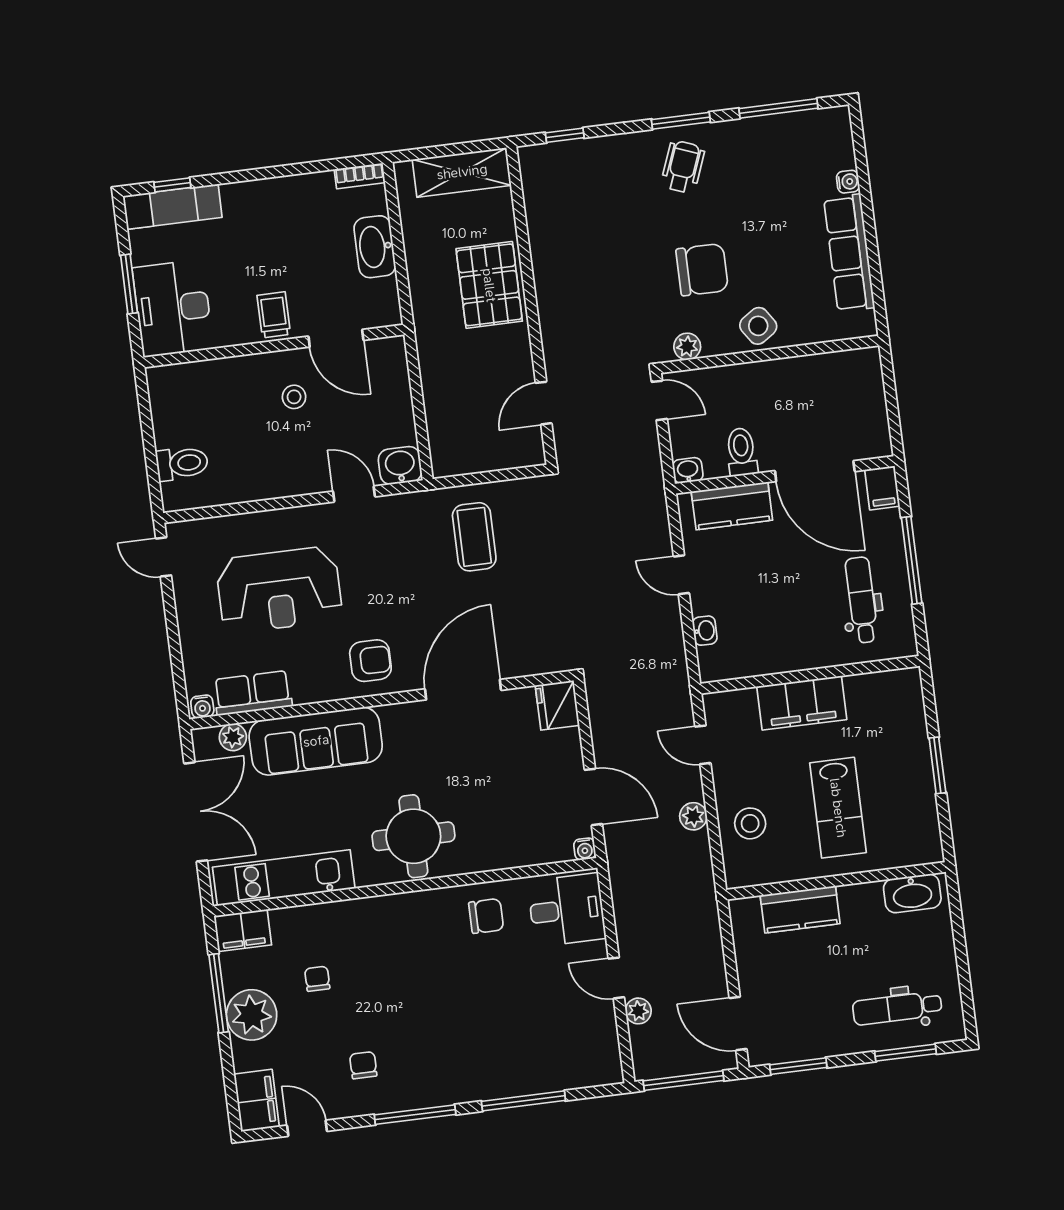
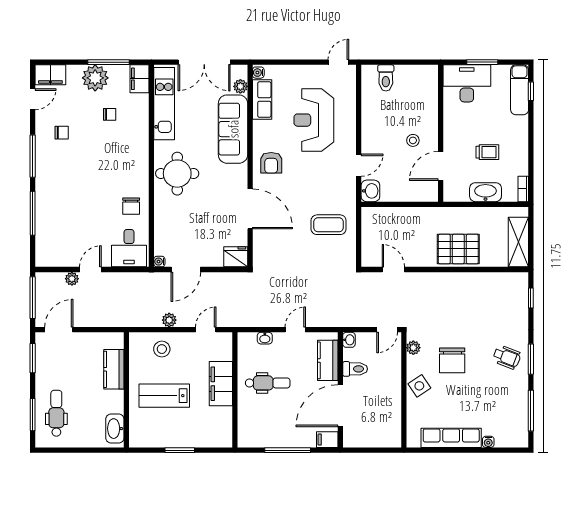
trolley: (274, 315) -> (487, 152), moved
dental chair: (862, 600) -> (268, 383), moved

